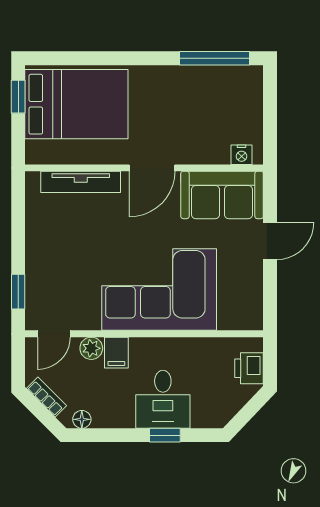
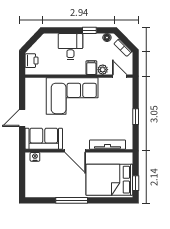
window: (214, 58) -> (72, 200), moved
door: (152, 168) -> (75, 151), swing flipped
window: (18, 292) -> (136, 117), moved
door: (54, 334) -> (120, 76), hinge flipped
window: (165, 435) -> (89, 30), moved

